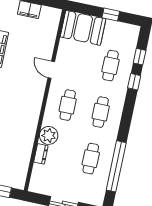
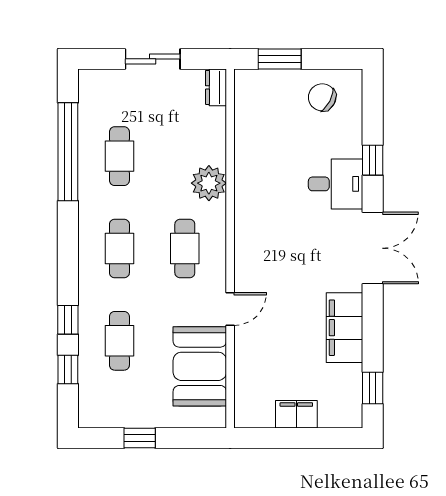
booth: (83, 28) -> (200, 366), moved, turned 90
door: (51, 70) -> (230, 309), hinge flipped
dresser: (41, 154) -> (216, 87), moved

